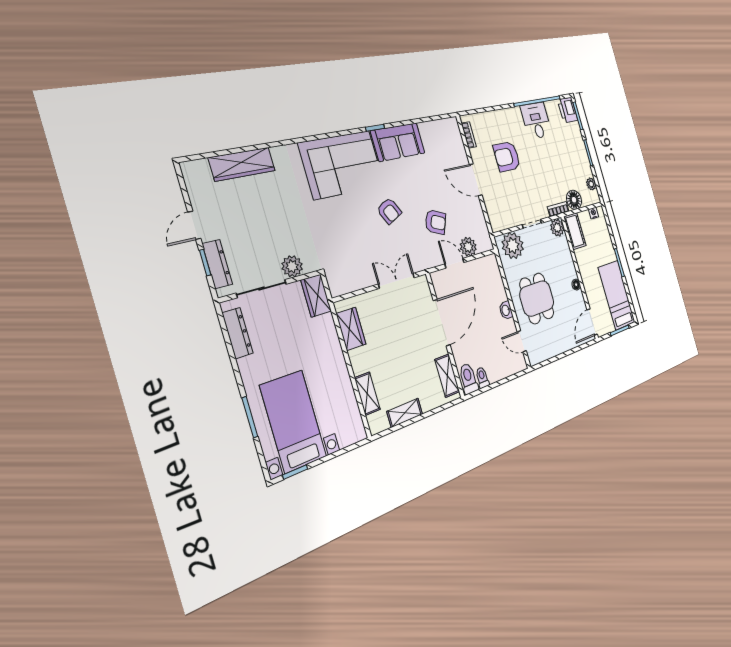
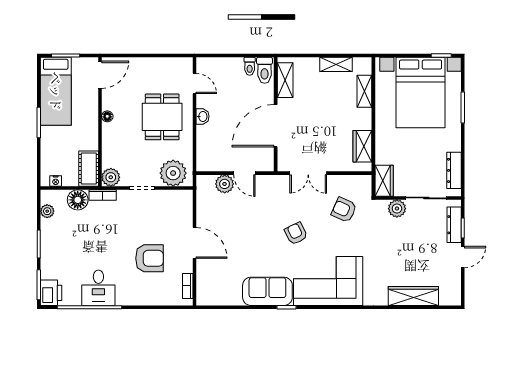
armchair: (436, 222) -> (344, 210), moved
bed with nightstands: (293, 421) -> (421, 92), width x1.36

